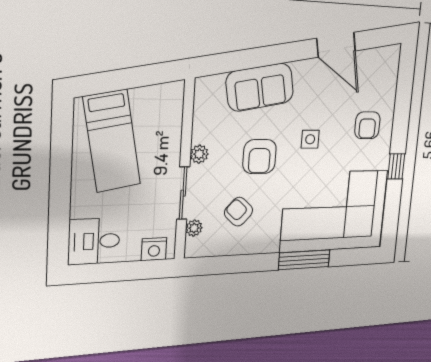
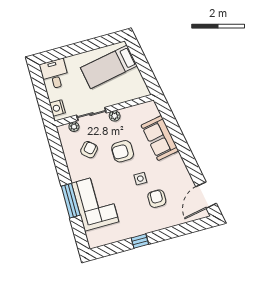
door: (336, 45) -> (206, 195), moved
armchair: (367, 125) -> (157, 199), moved, turned 90
corner sofa: (334, 211) -> (95, 203), width x0.73, depth x0.74

